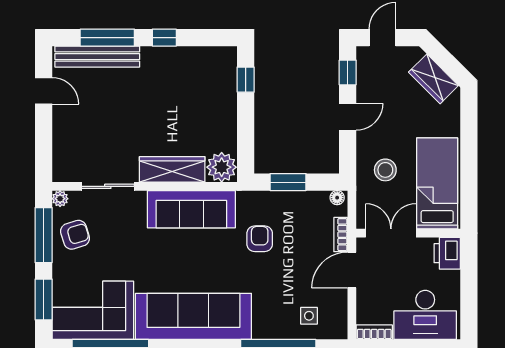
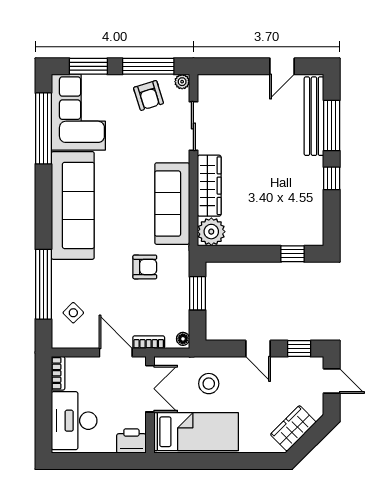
side table: (309, 316) -> (73, 313), turned 45

